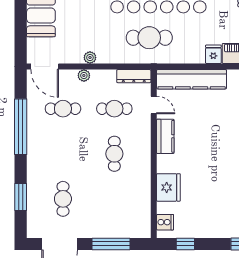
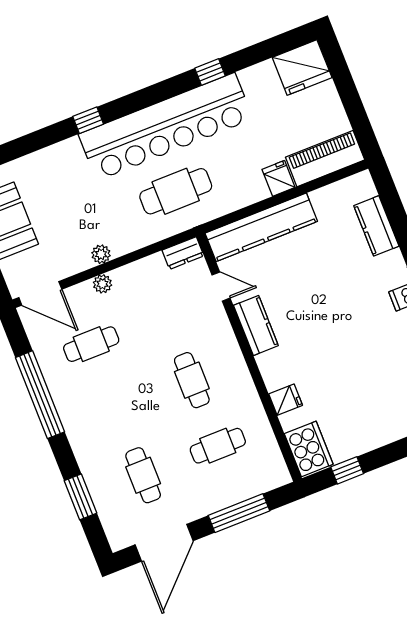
dresser: (134, 76) -> (183, 253), width x0.70
cafe table: (114, 109) -> (218, 446), moved
fridge: (168, 187) -> (286, 400), width x0.53, depth x0.75
cooker: (165, 222) -> (309, 449), width x1.87, depth x1.31

